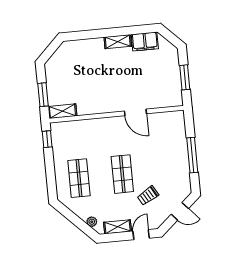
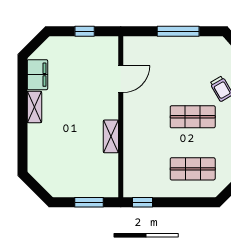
window: (185, 77) -> (85, 31), width x0.67
shelving: (62, 111) -> (111, 136), moved
door: (135, 112) -> (121, 79), moved

